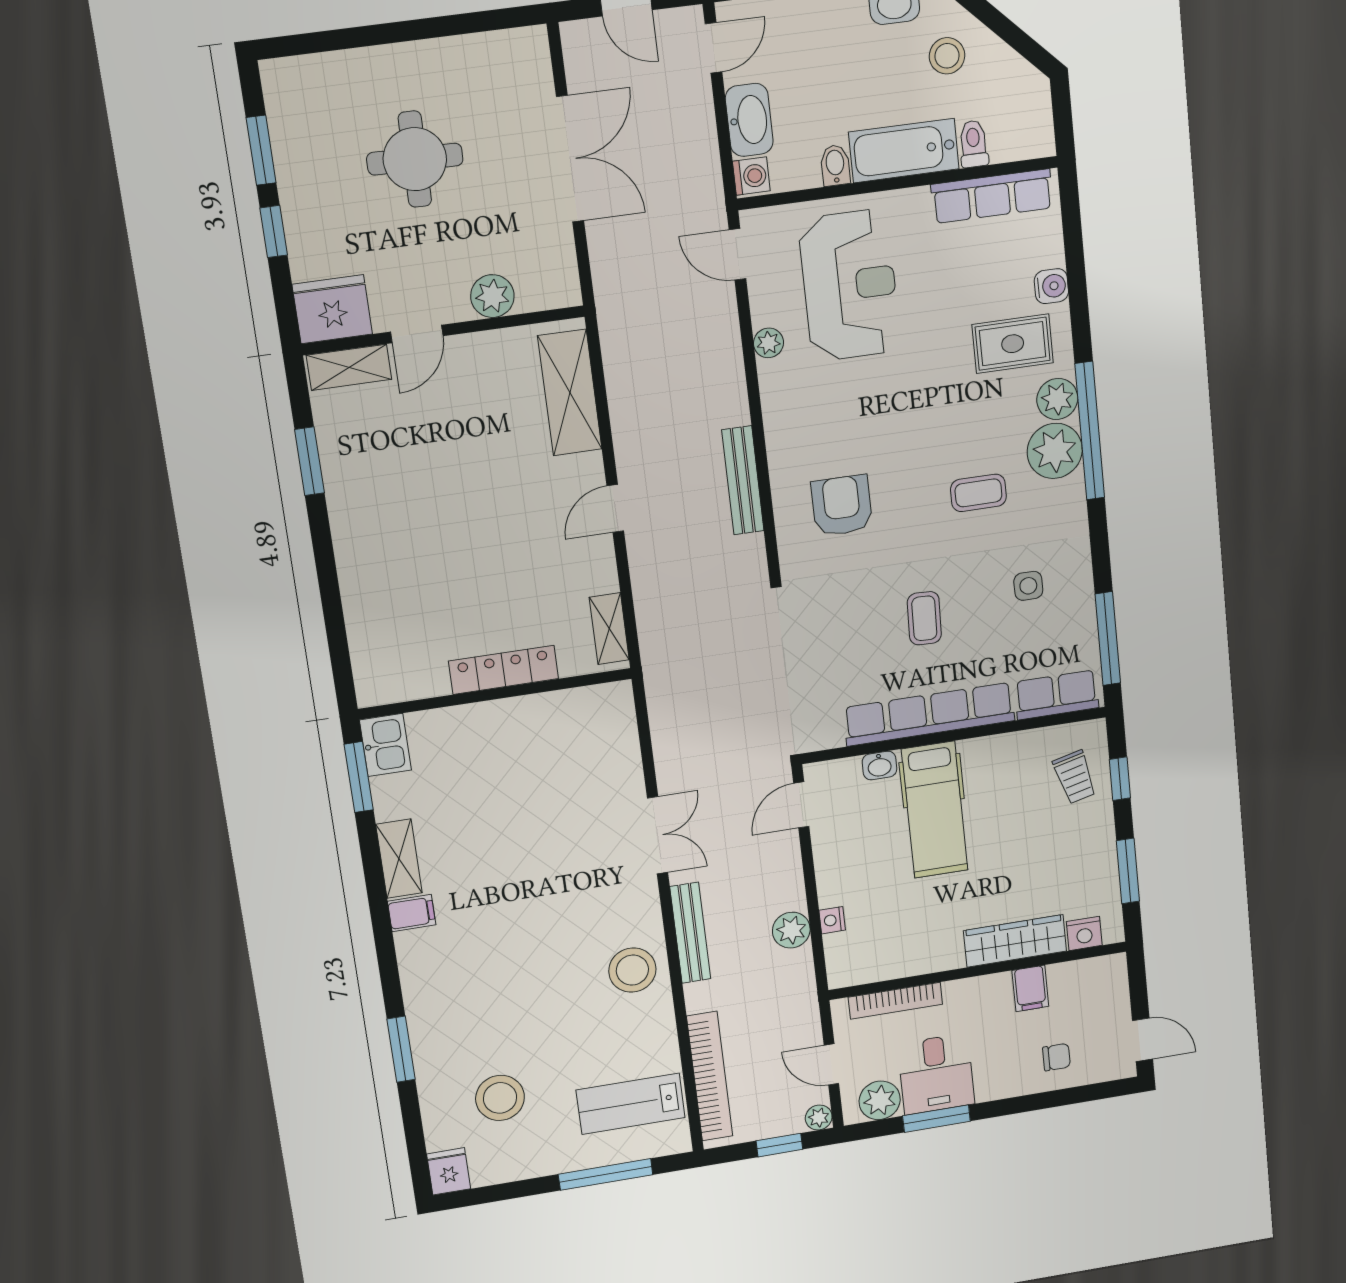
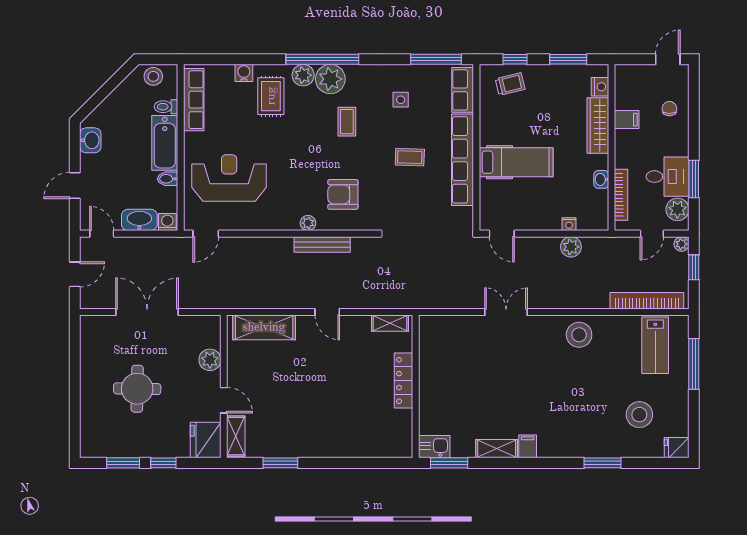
stool: (947, 56) -> (153, 76), moved
plant: (768, 343) -> (308, 223), moved
washbasin: (880, 766) -> (601, 179), moved, turned 180
bench: (690, 933) -> (563, 301), removed

